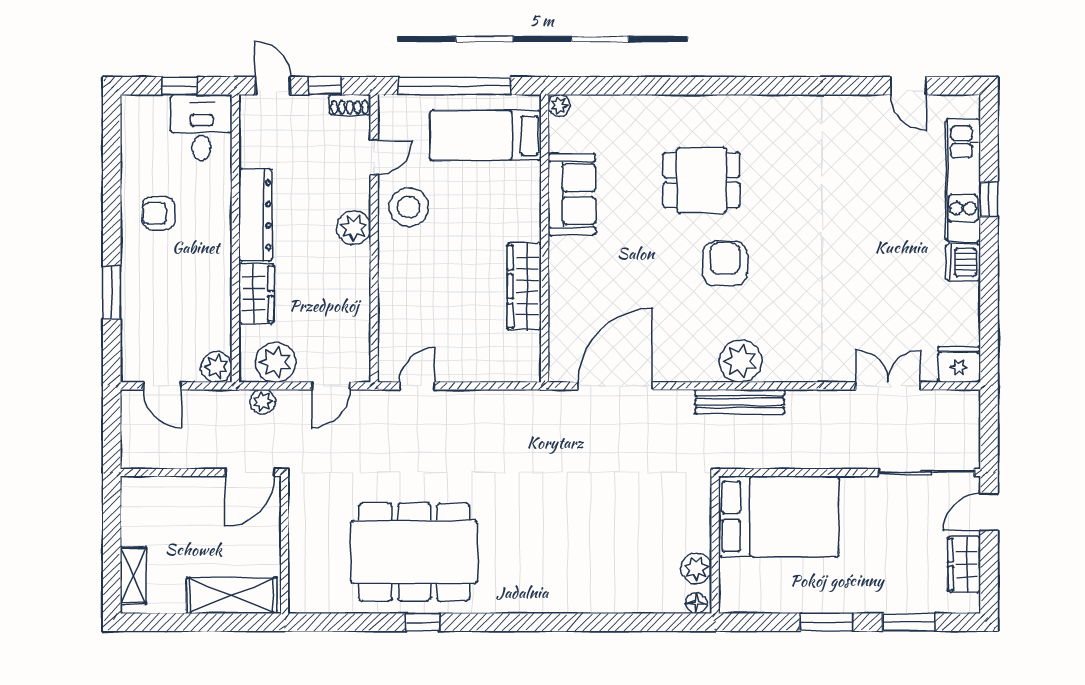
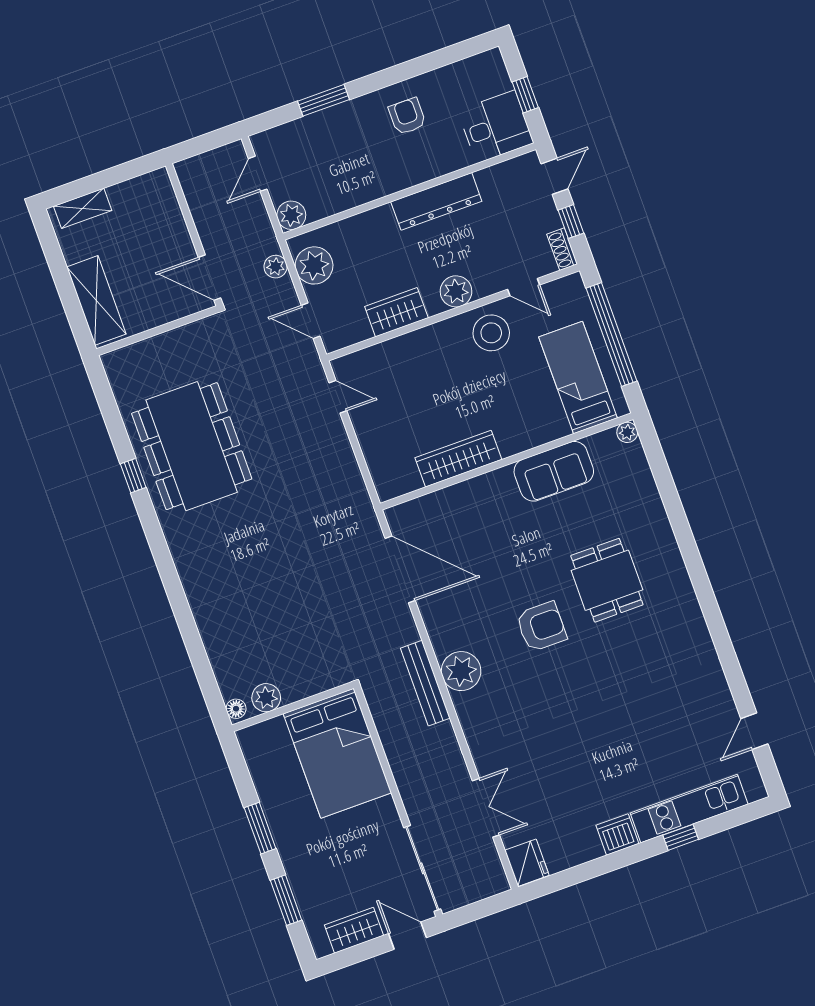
wardrobe: (256, 294) -> (396, 312), moved, turned 180

